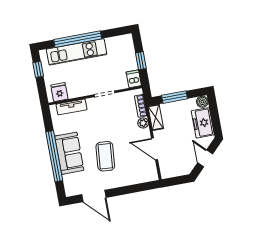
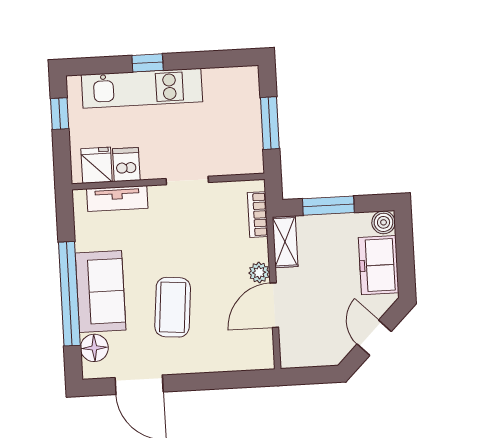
window: (78, 39) -> (148, 63), width x0.32
window: (141, 61) -> (270, 123), width x1.50
dishwasher: (134, 79) -> (126, 165), moved
plant: (143, 123) -> (259, 273), moved
door: (155, 149) -> (274, 305), hinge flipped
floor lamp: (70, 181) -> (94, 348), added

